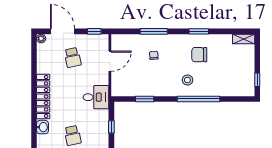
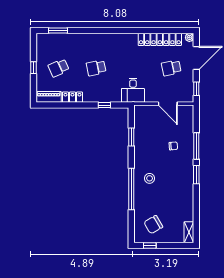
window: (199, 31) -> (196, 175), moved
chair: (199, 55) -> (153, 225), moved, turned -120
locker: (43, 97) -> (160, 39), moved
washbasin: (43, 127) -> (104, 39), removed

